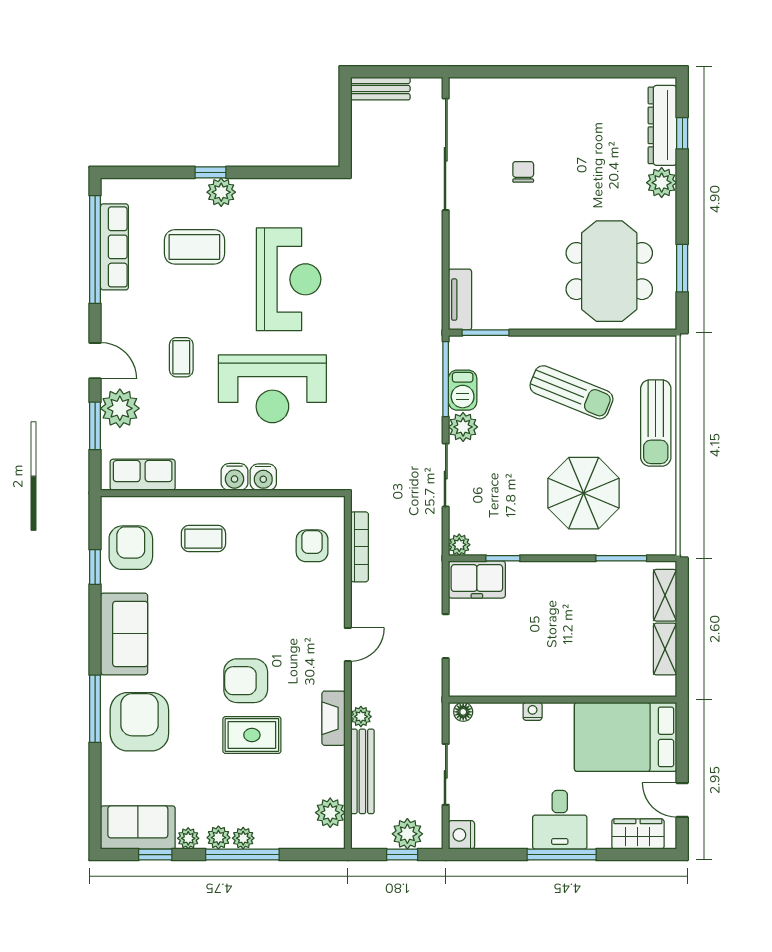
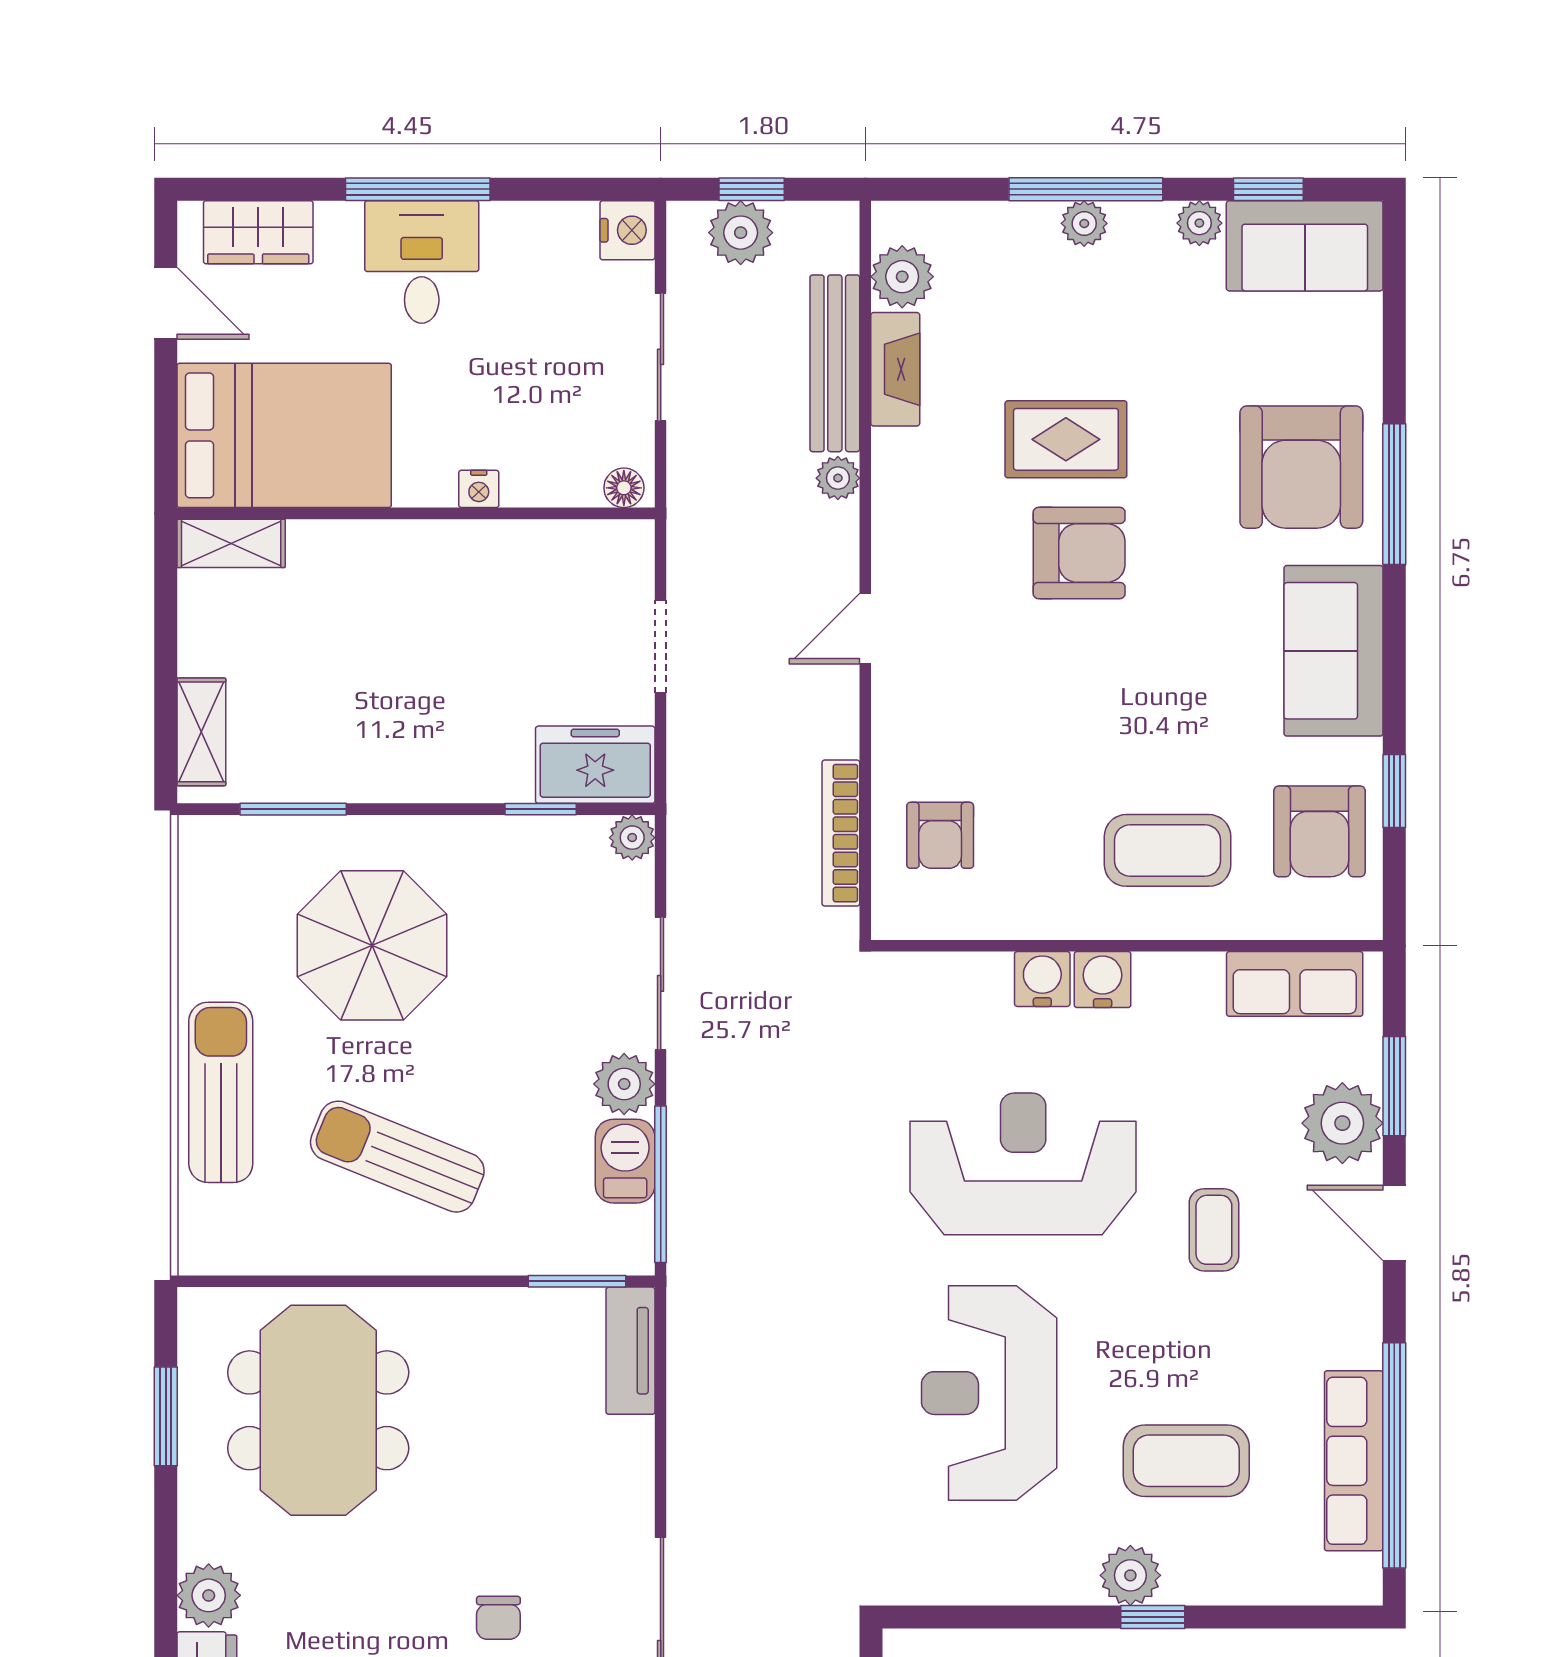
coffee table: (203, 539) -> (1168, 850), width x1.36, depth x1.30
shelving: (665, 649) -> (231, 543), moved, turned 90
fireplace: (334, 718) -> (895, 369), moved
plant: (218, 838) -> (1136, 225), removed

